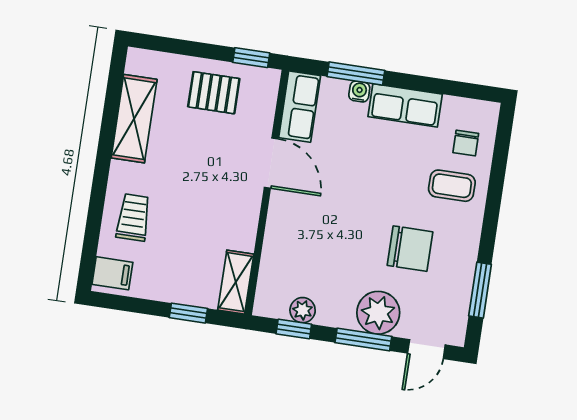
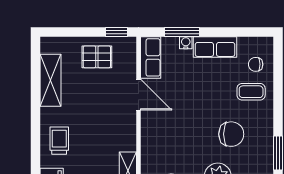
chair: (466, 143) -> (256, 64), turned 90

